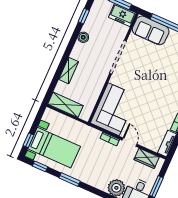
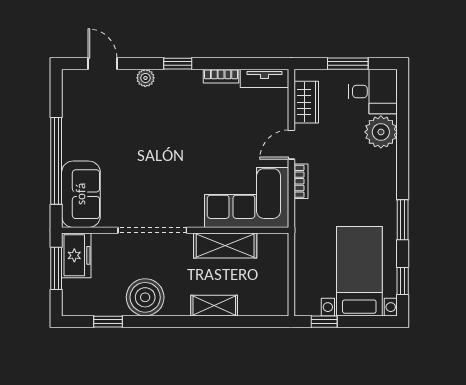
boiler: (83, 37) -> (145, 297), width x1.86, depth x1.86
shelving: (66, 105) -> (225, 245), moved, turned 90
window: (28, 140) -> (324, 322), moved

